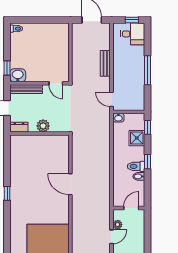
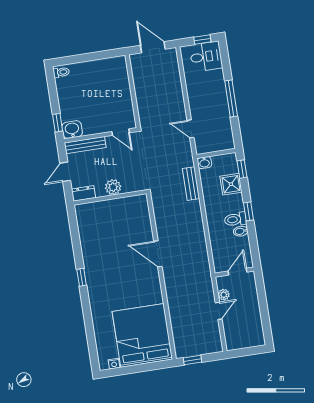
bench: (105, 63) -> (191, 184), moved
door: (112, 99) -> (191, 129), moved

